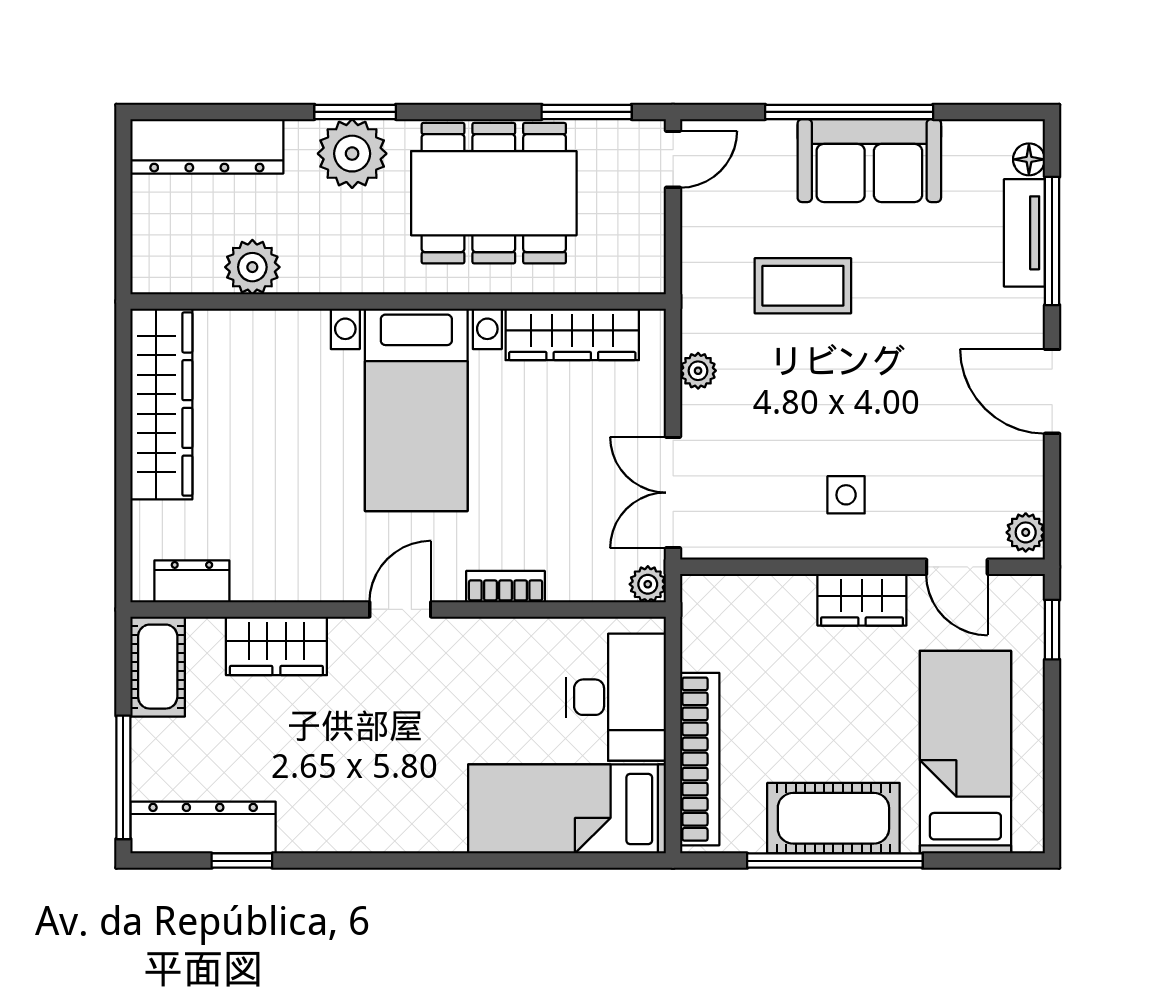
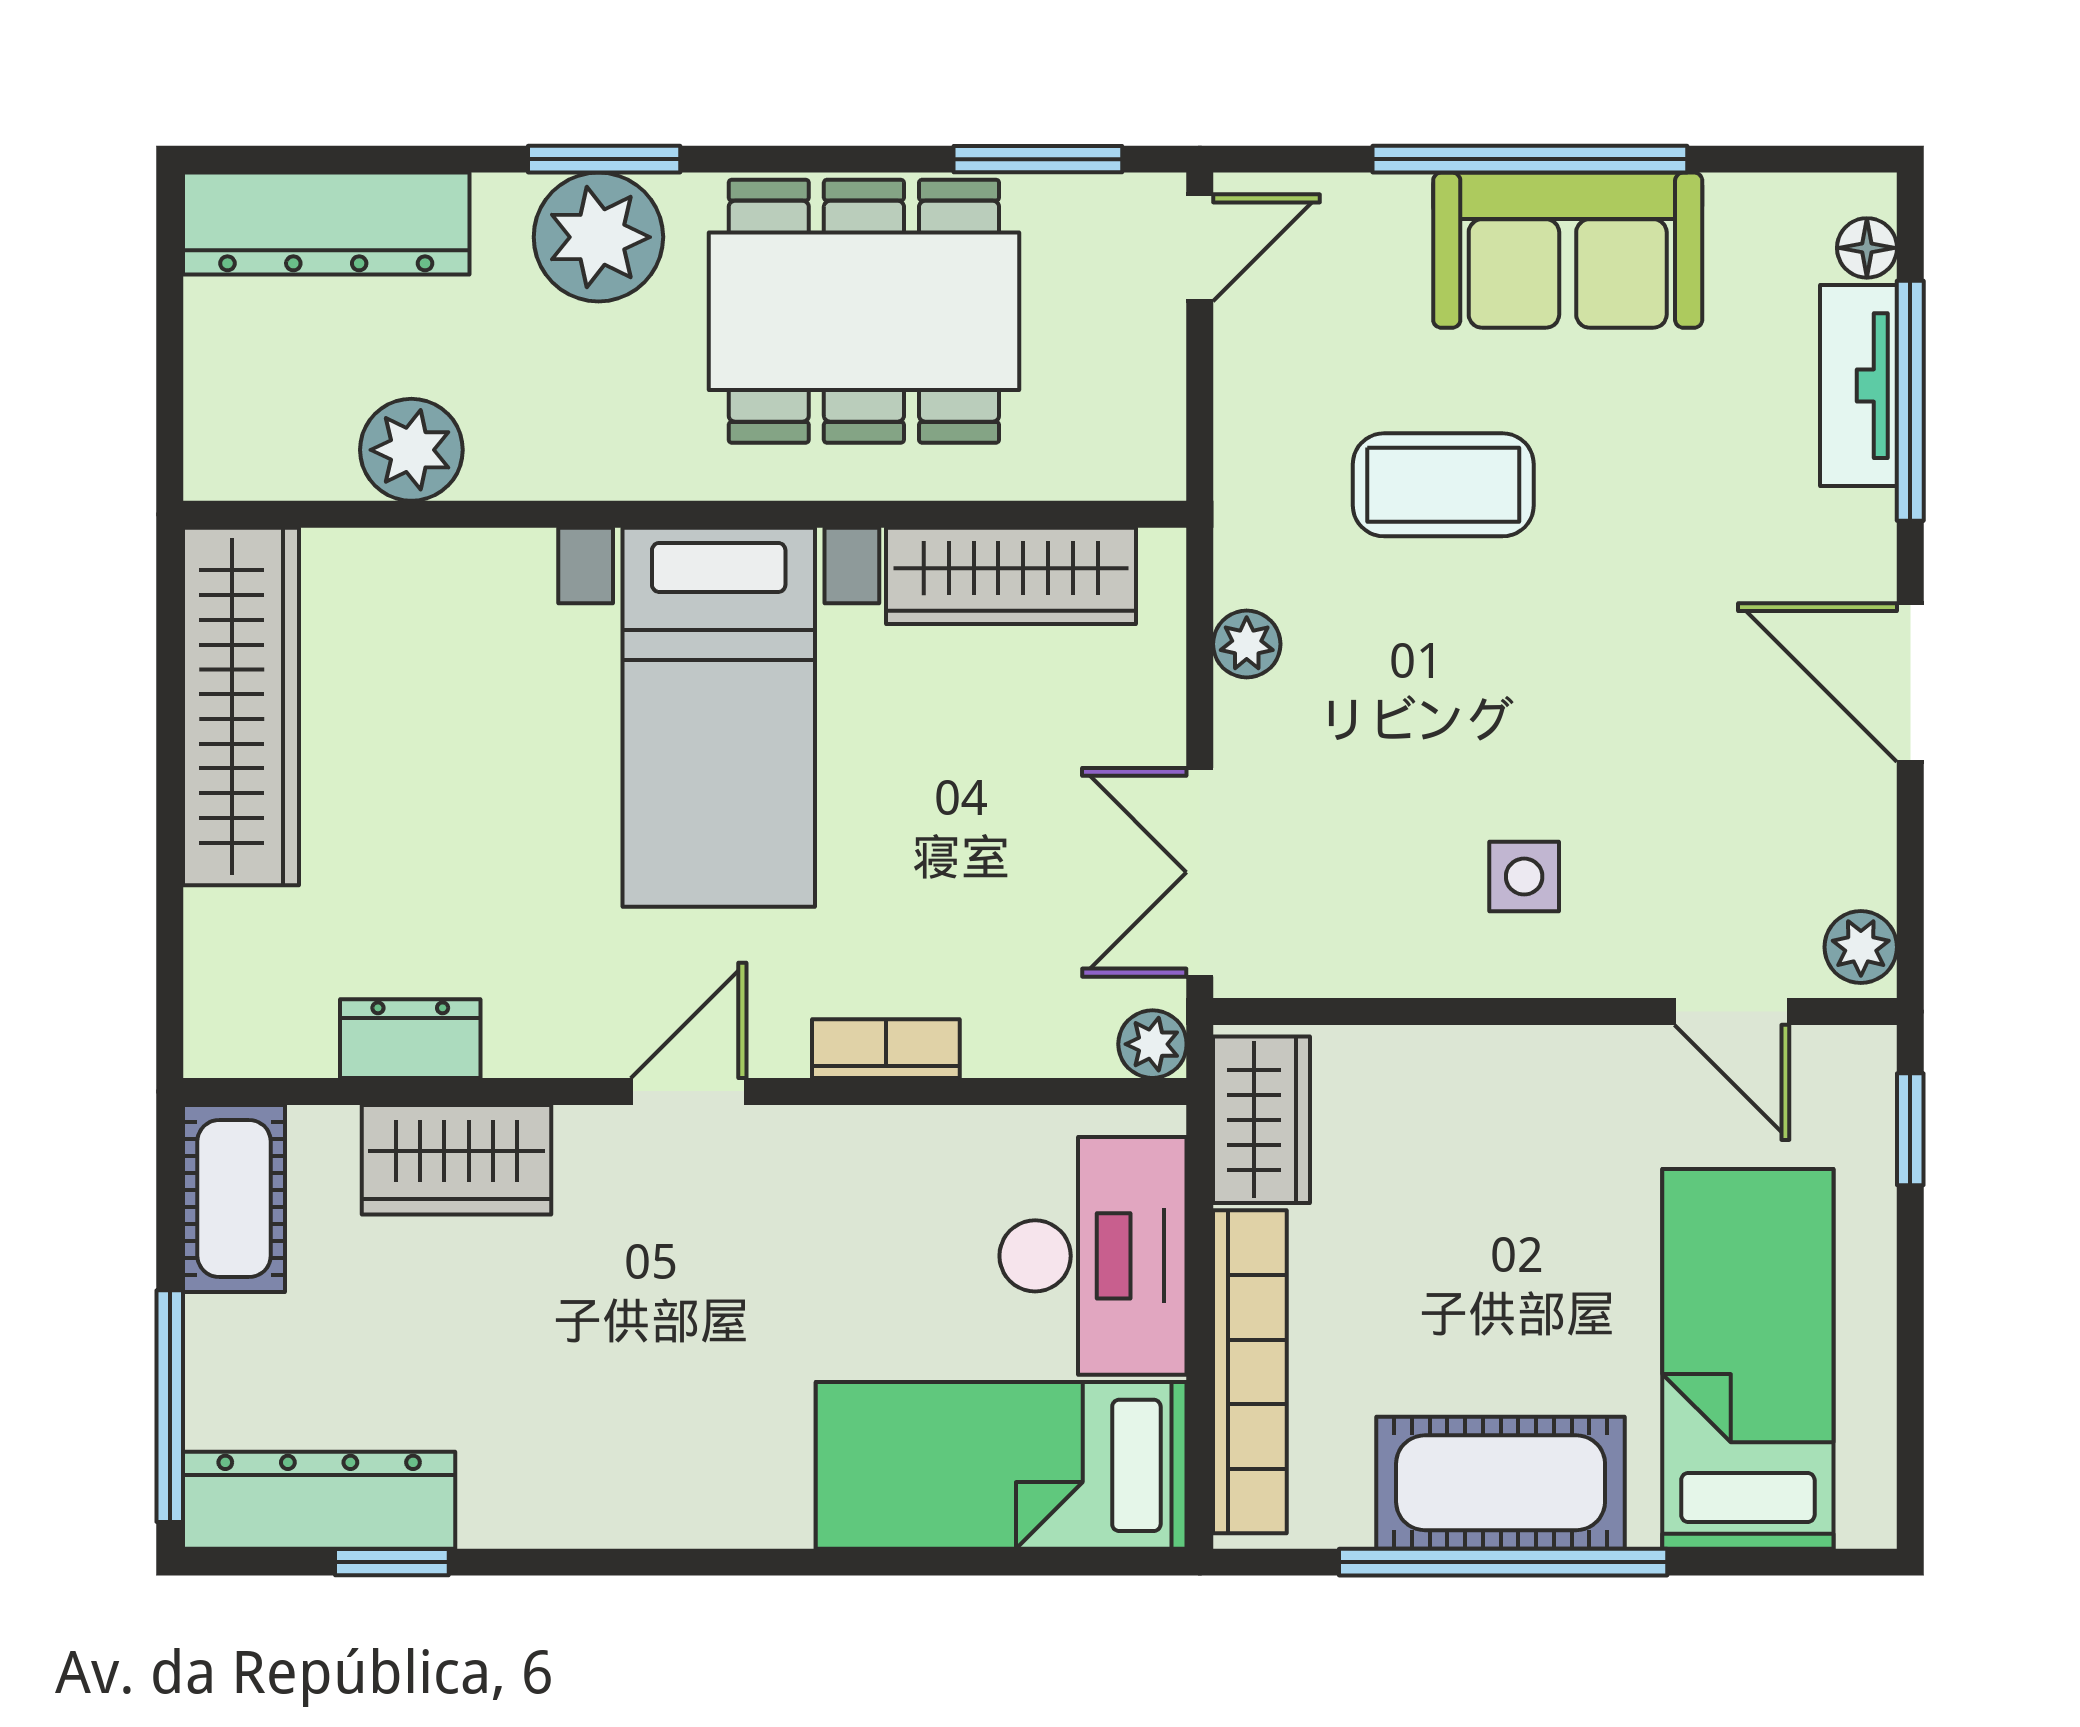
dresser: (192, 581) -> (410, 1039), moved
wardrobe: (862, 600) -> (1262, 1120), moved, turned -90

